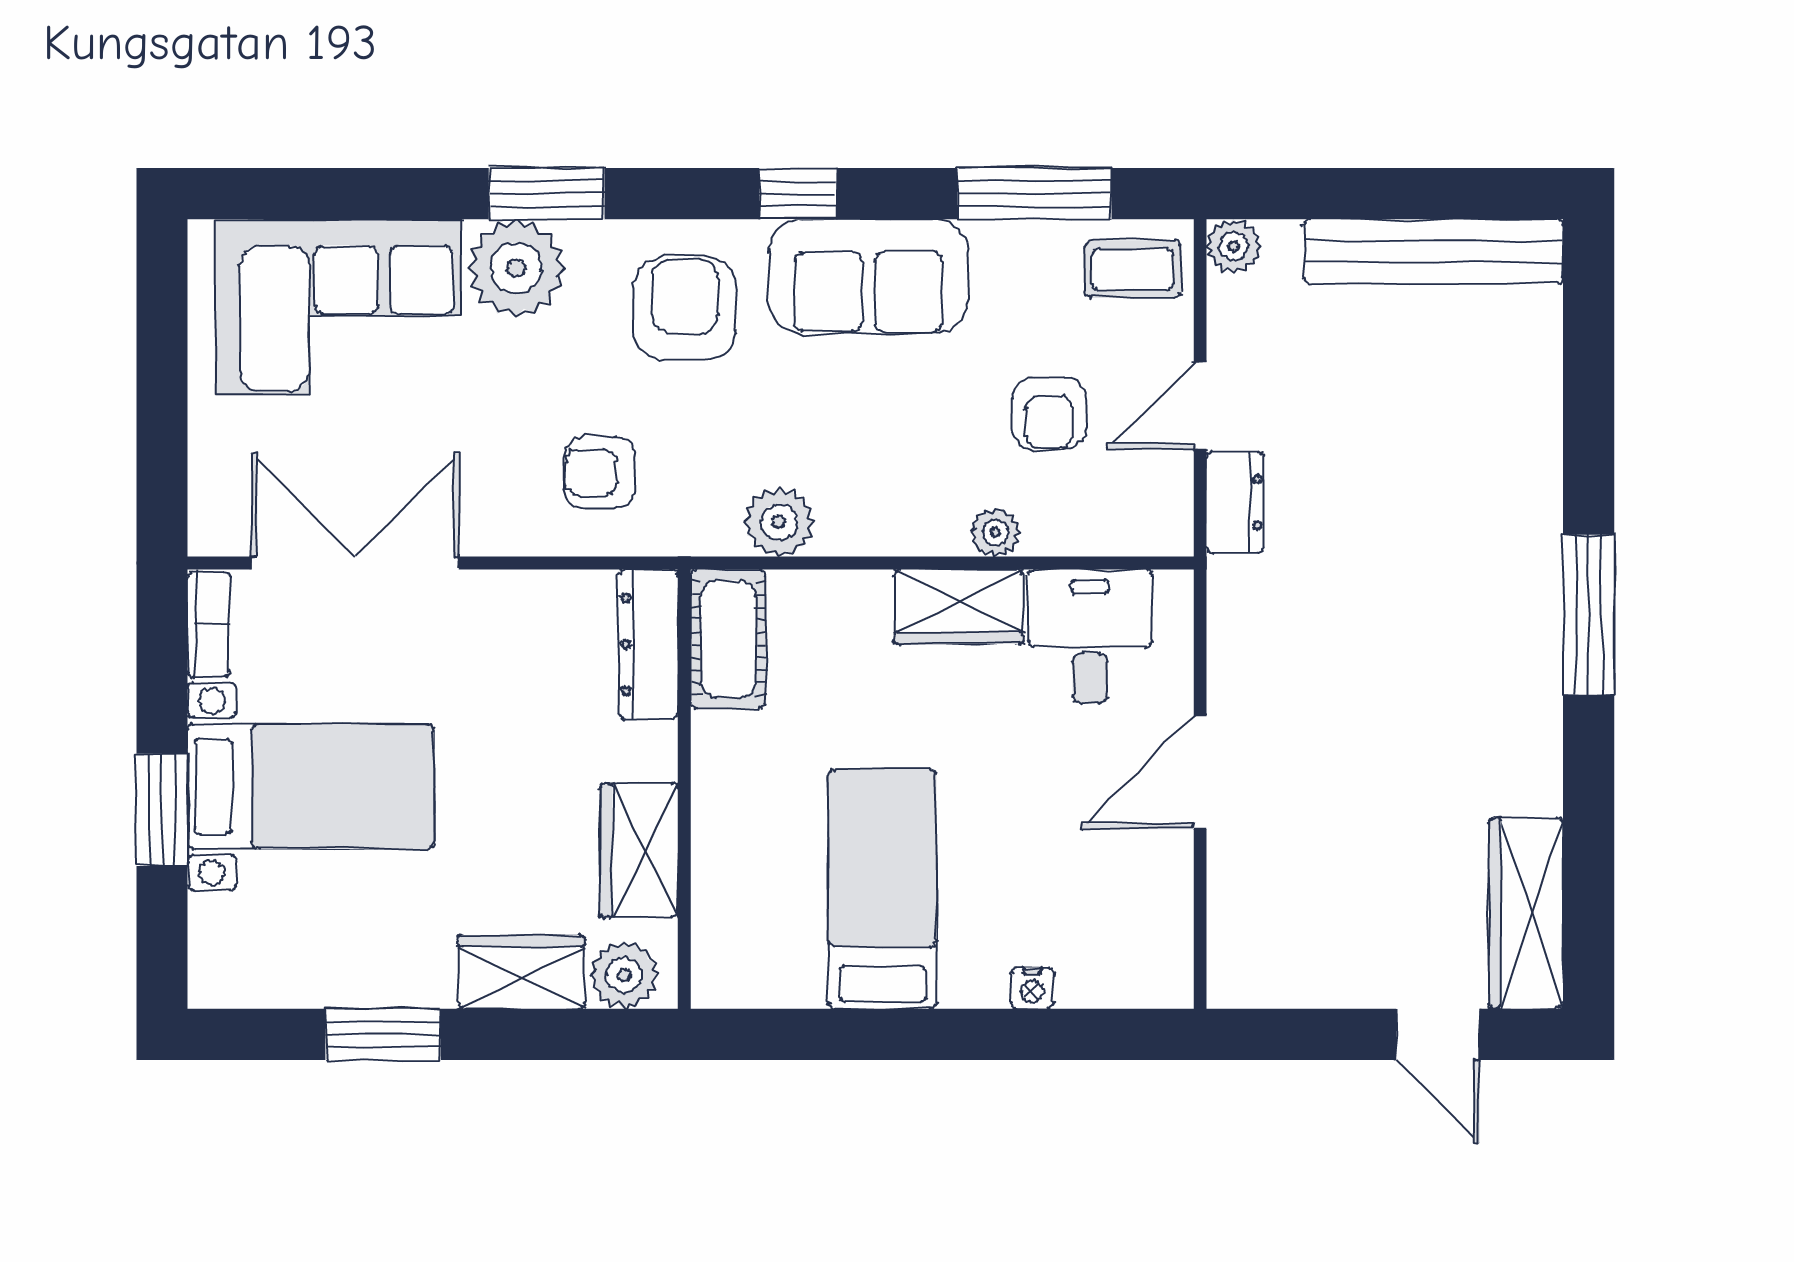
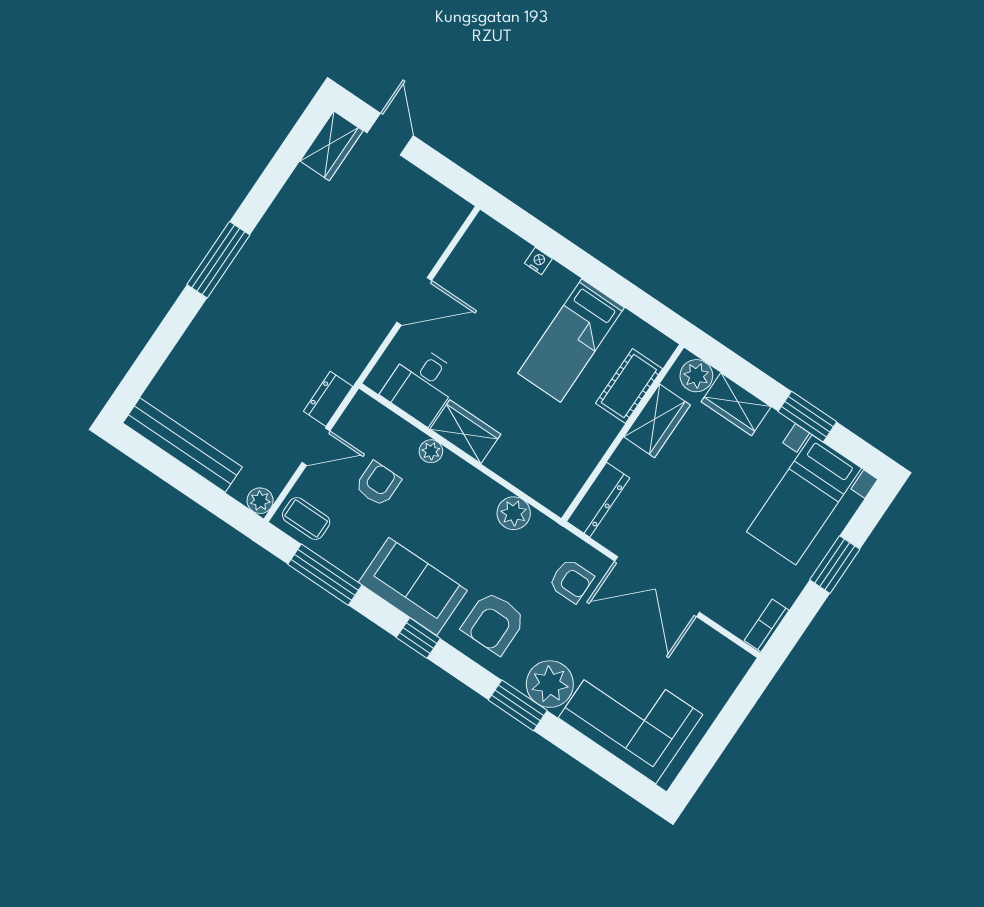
double door: (355, 563) -> (657, 587), moved
cot: (728, 639) -> (629, 386), moved
bed with nightstands: (310, 786) -> (804, 500), moved, turned -90
wardrobe: (1526, 913) -> (332, 146), width x0.67

